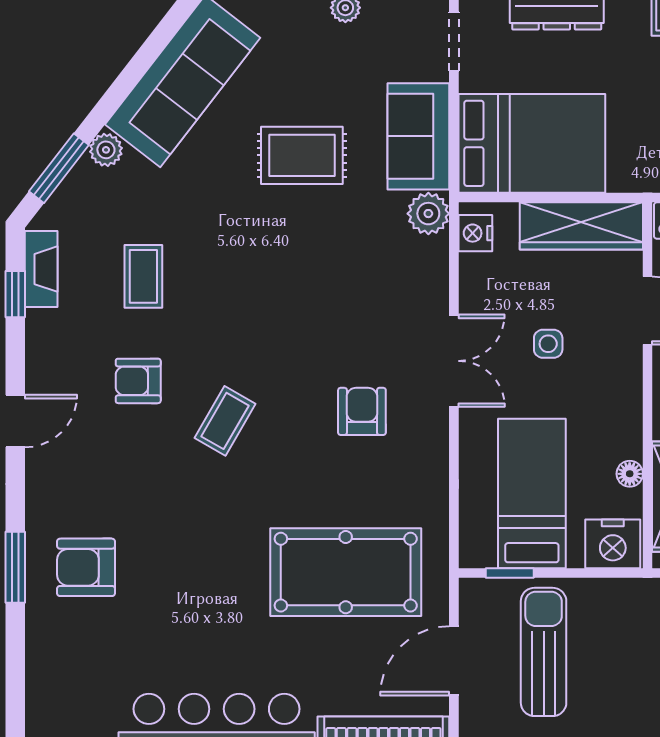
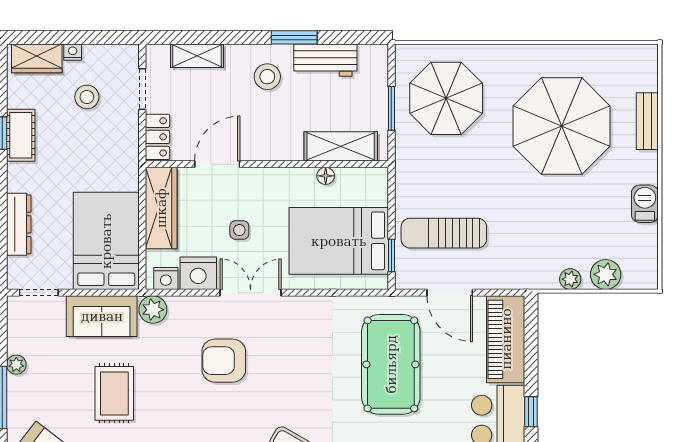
armchair: (362, 411) -> (224, 361), moved, width x1.38, depth x1.38
bed: (532, 494) -> (339, 241), width x1.50
nightstand: (613, 544) -> (198, 273), moved, turned 90

